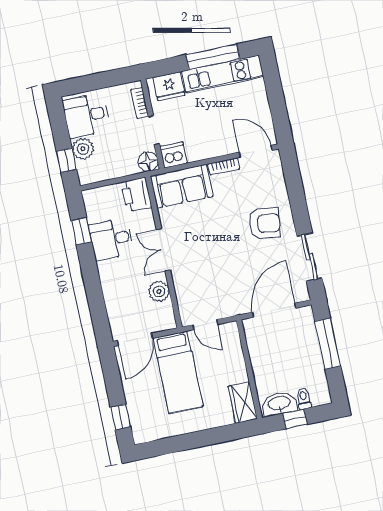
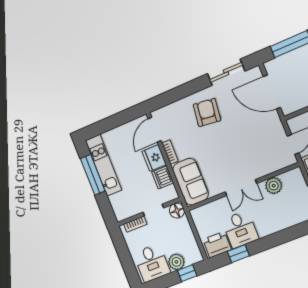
fridge: (169, 86) -> (154, 158), moved, turned 180
dishwasher: (174, 155) -> (163, 177), moved
printer: (136, 194) -> (217, 245), moved, turned 180

